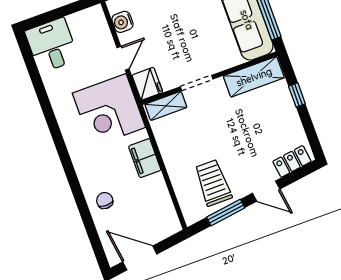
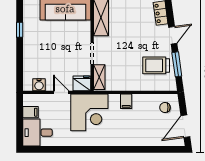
filing cabinet: (78, 24) -> (30, 112), added
filing cabinet: (145, 158) -> (126, 101), width x0.50
chair: (105, 201) -> (165, 107), moved

